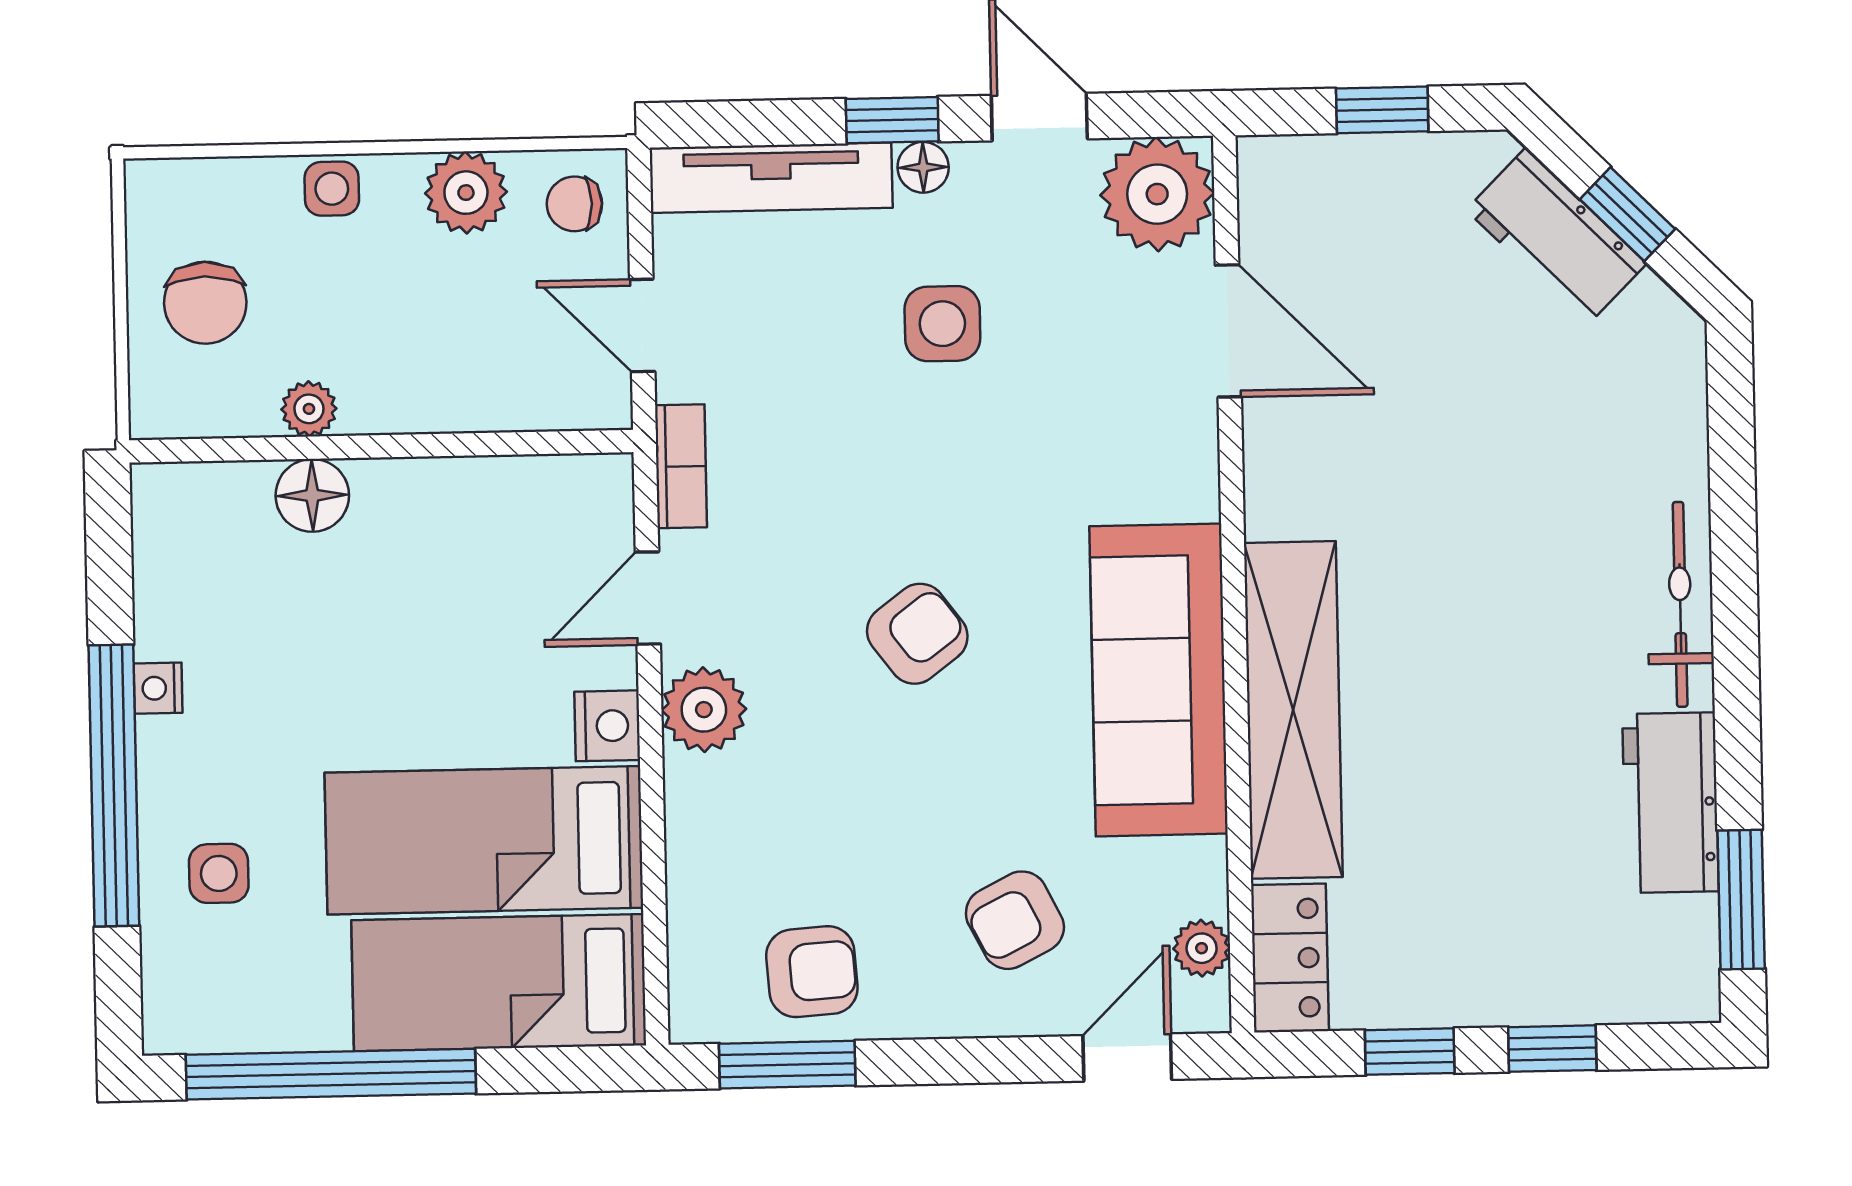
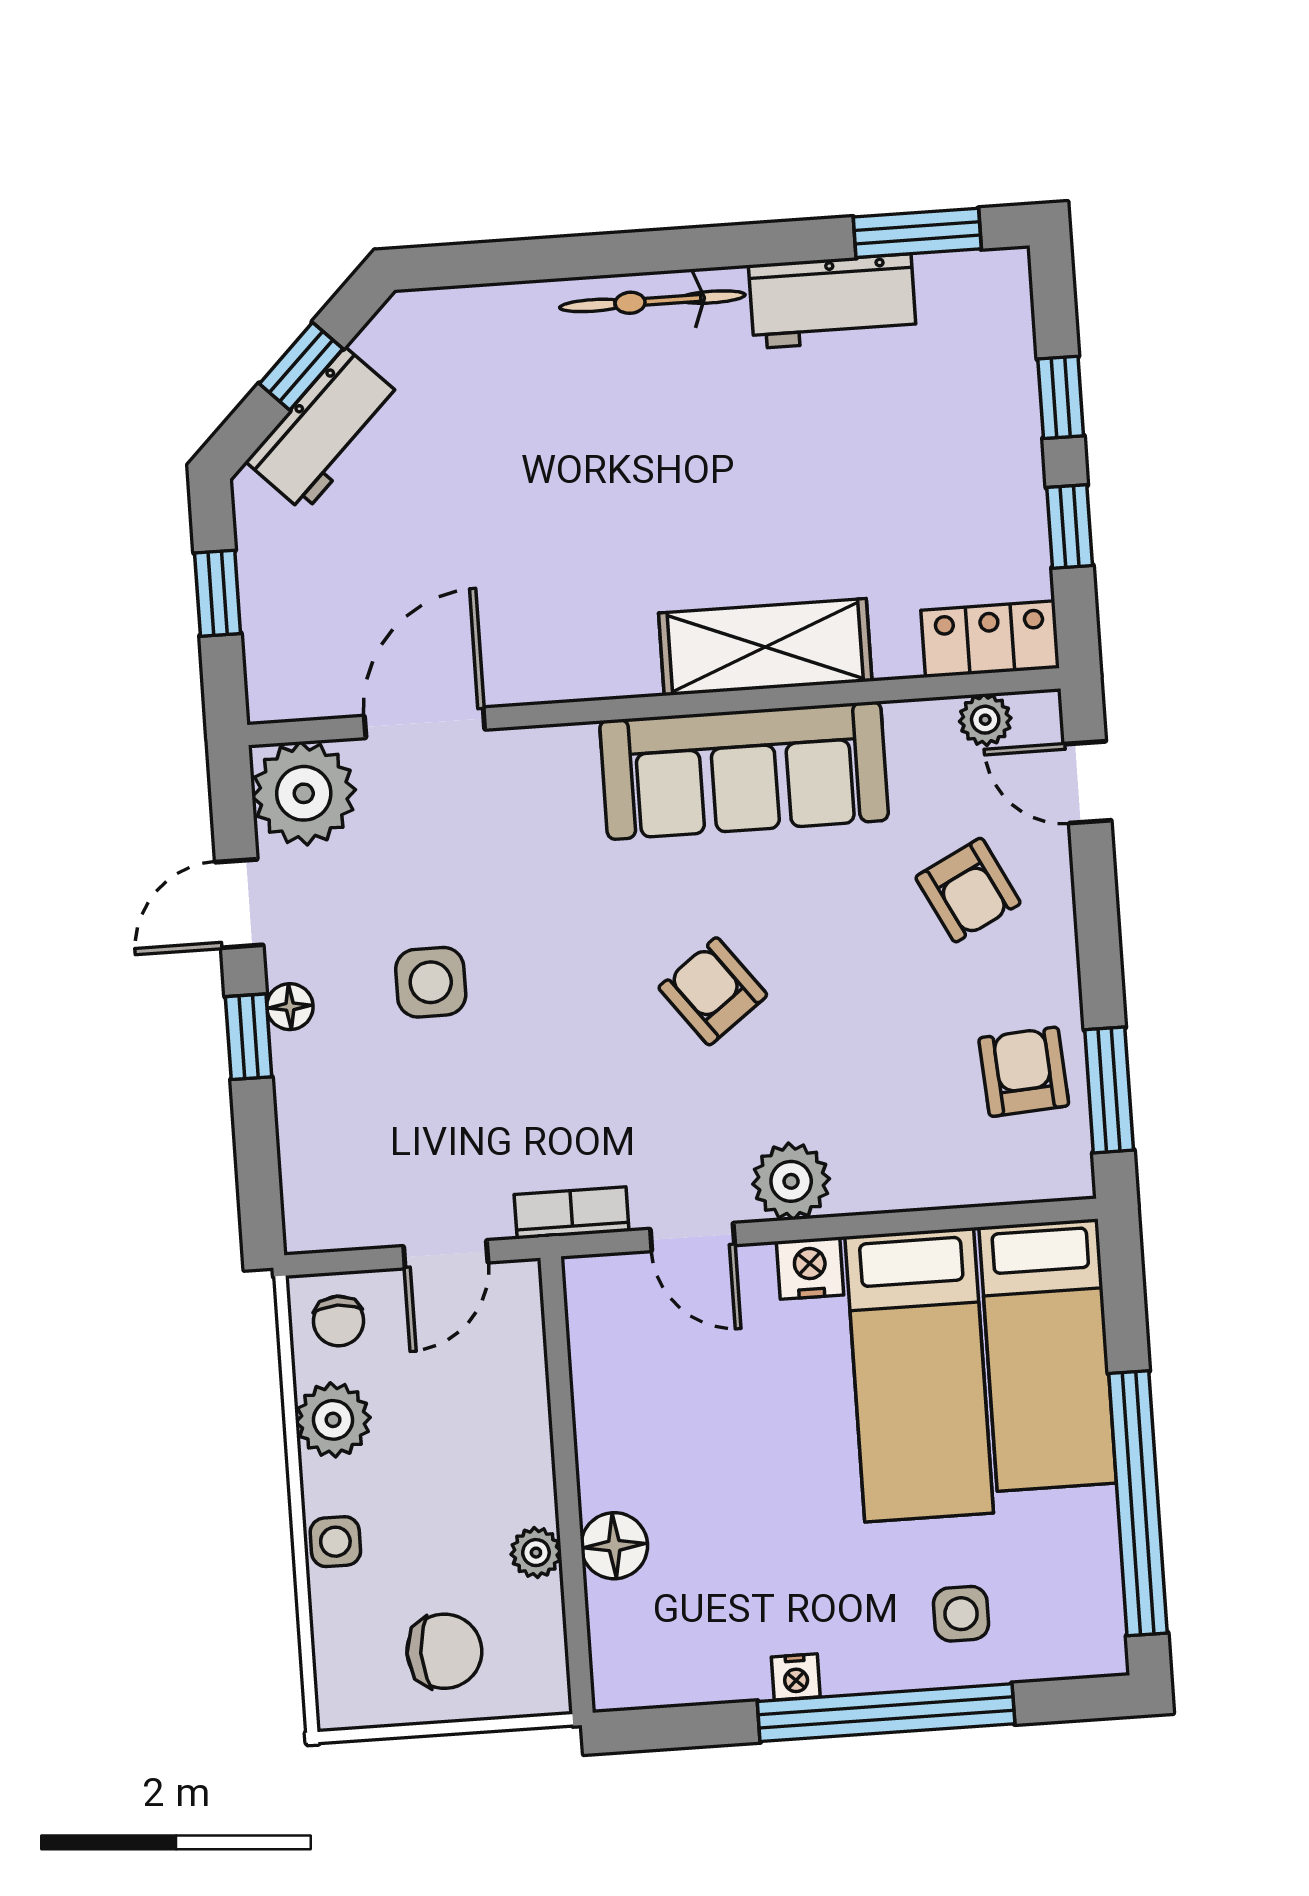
tv unit: (771, 178) -> (306, 1144), removed
shelving: (1293, 710) -> (765, 647), width x0.68

